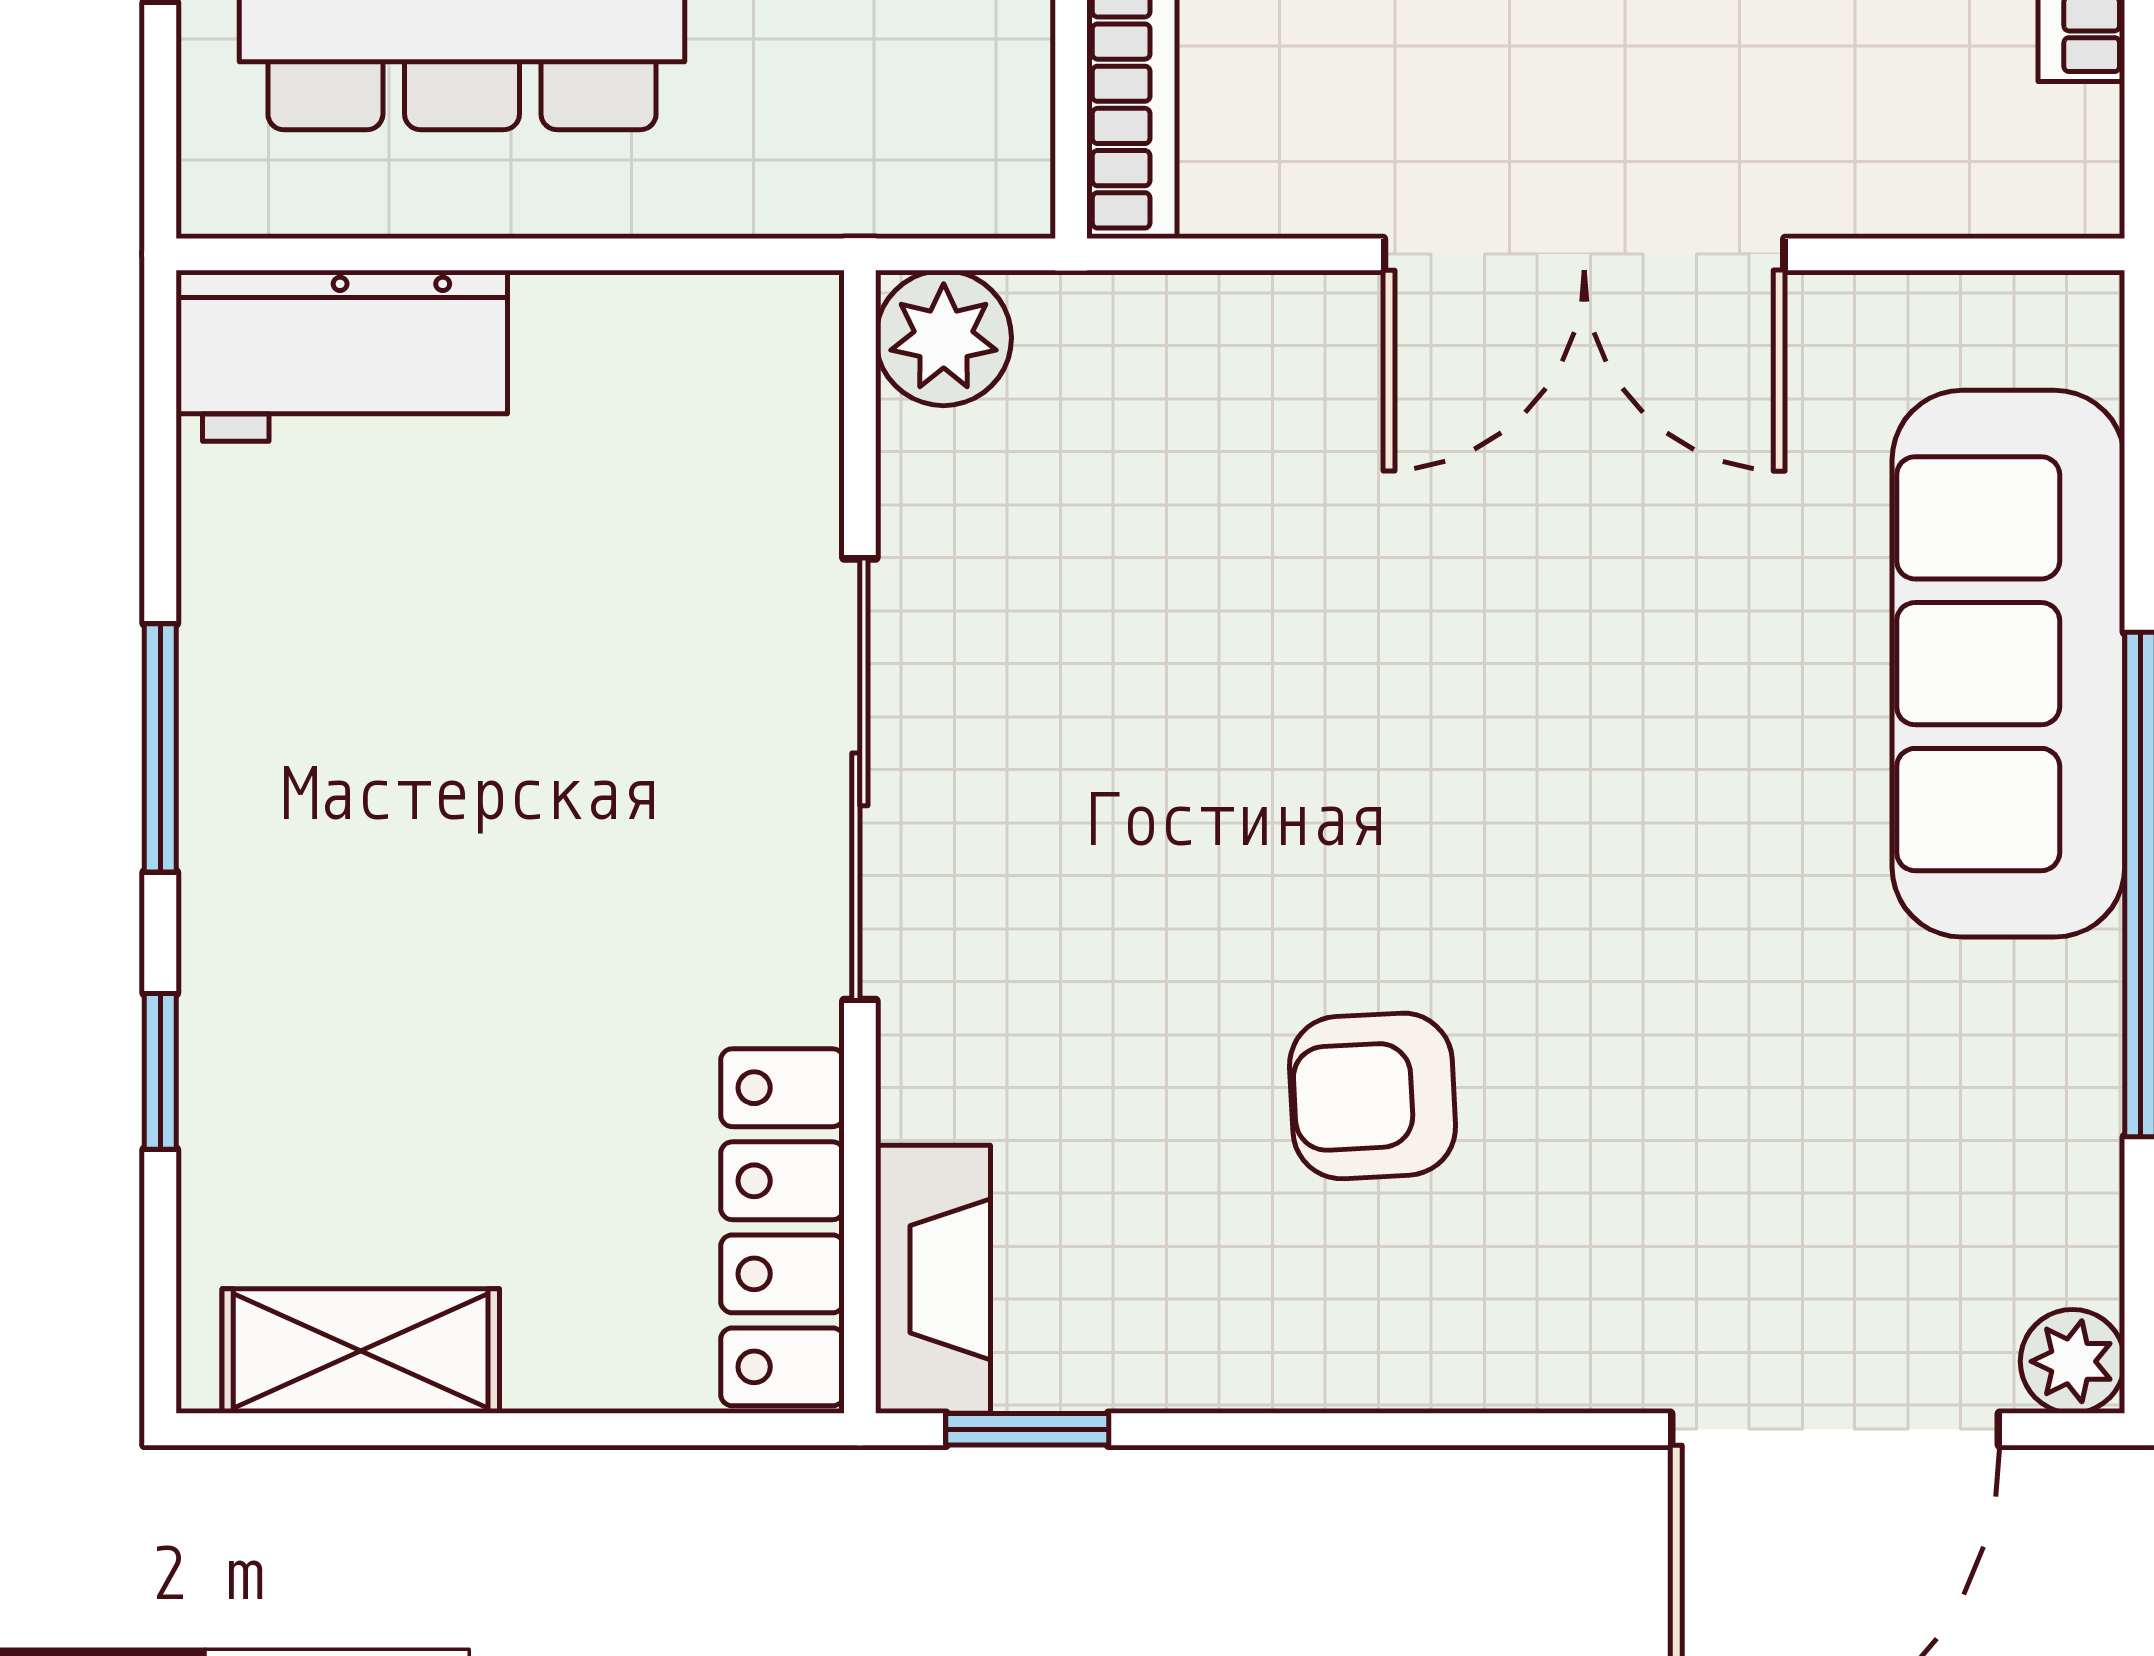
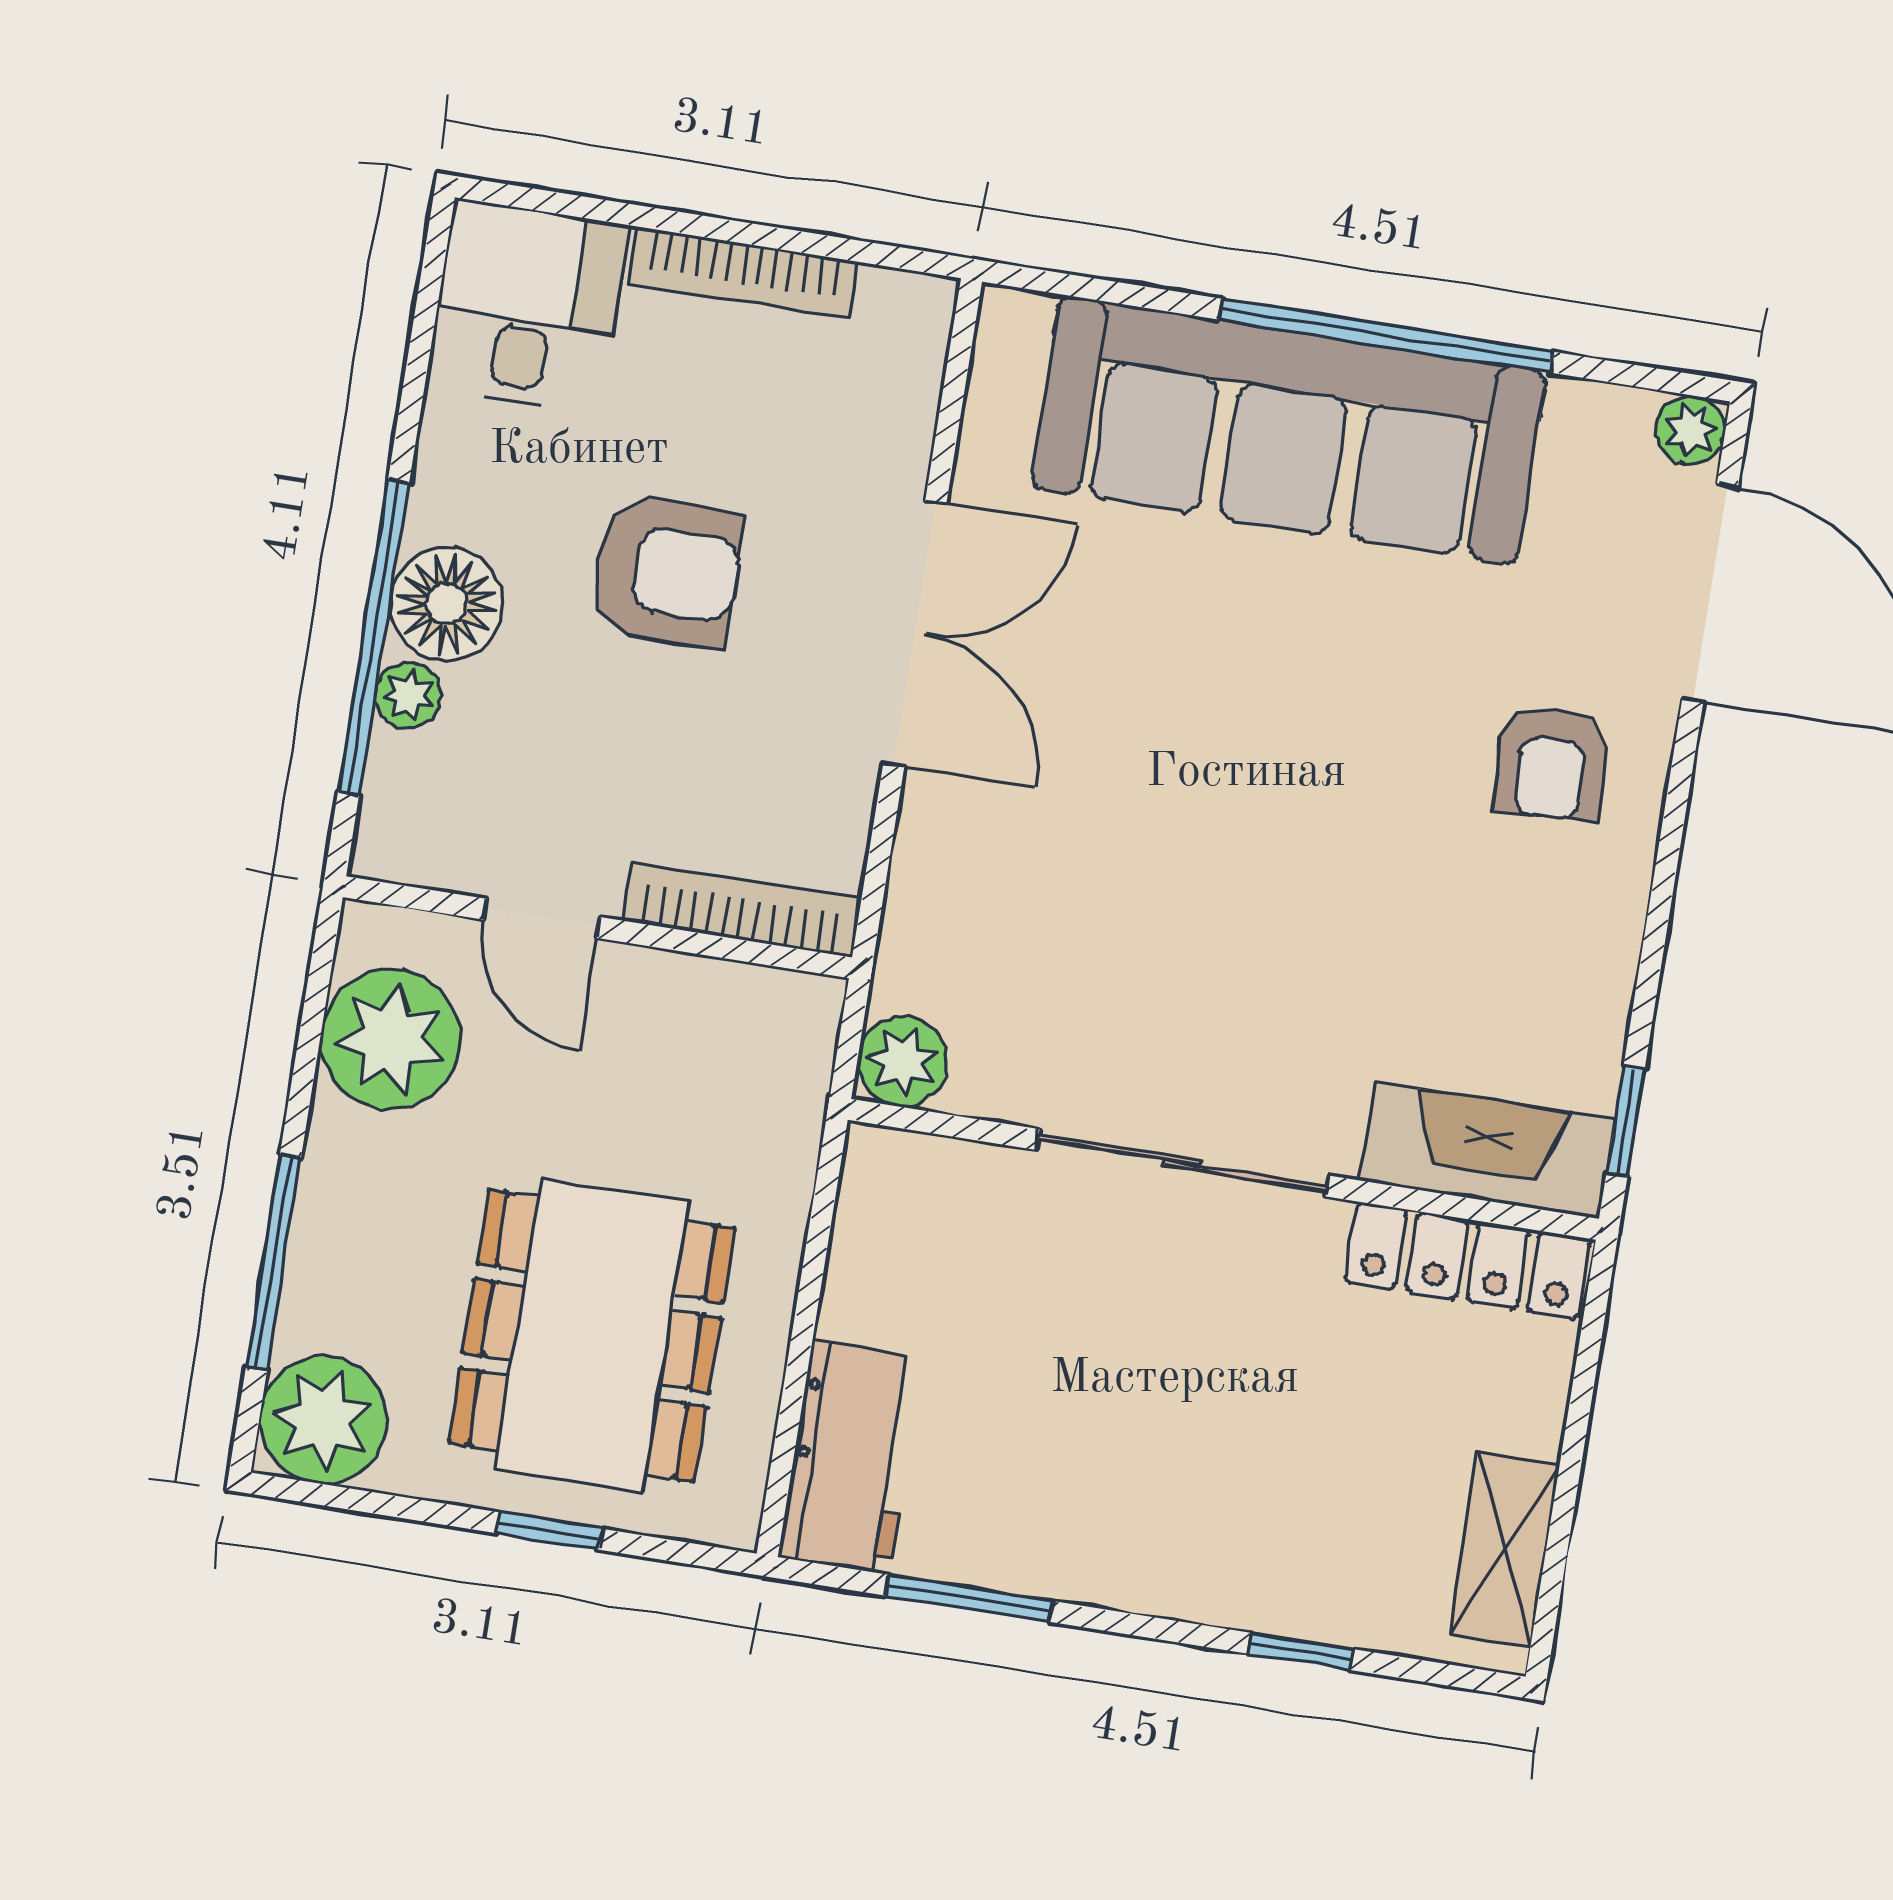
sofa: (2008, 664) -> (1288, 430), width x1.36, depth x1.27
window: (160, 748) -> (969, 1598), moved
armchair: (1373, 1096) -> (1551, 763), moved
fireplace: (933, 1279) -> (1487, 1150), width x1.37, depth x1.32

